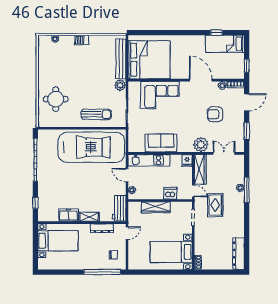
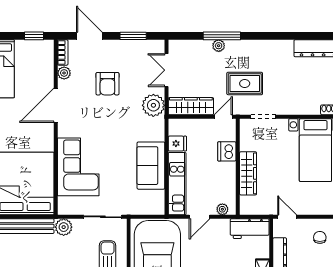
fridge: (187, 160) -> (177, 144), moved

